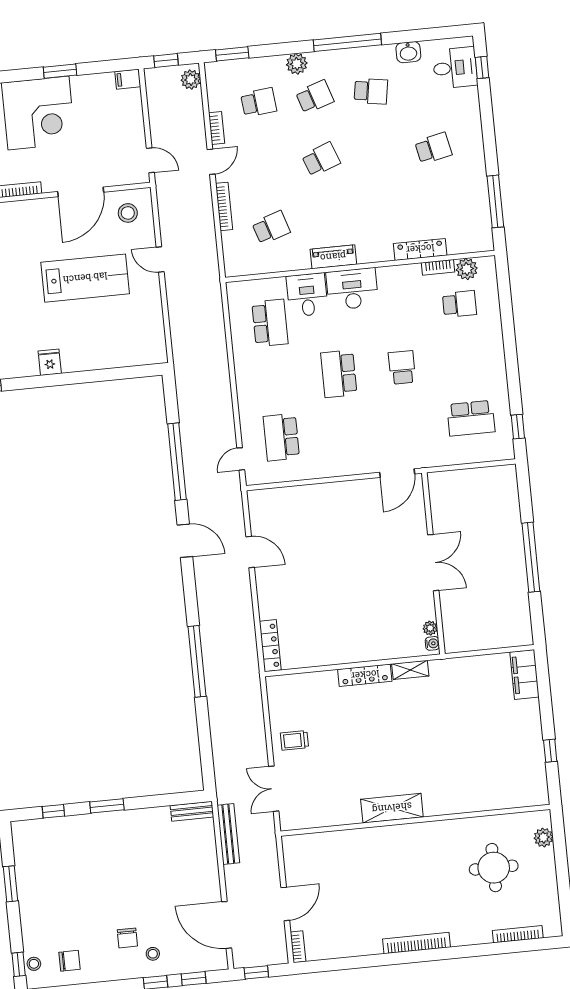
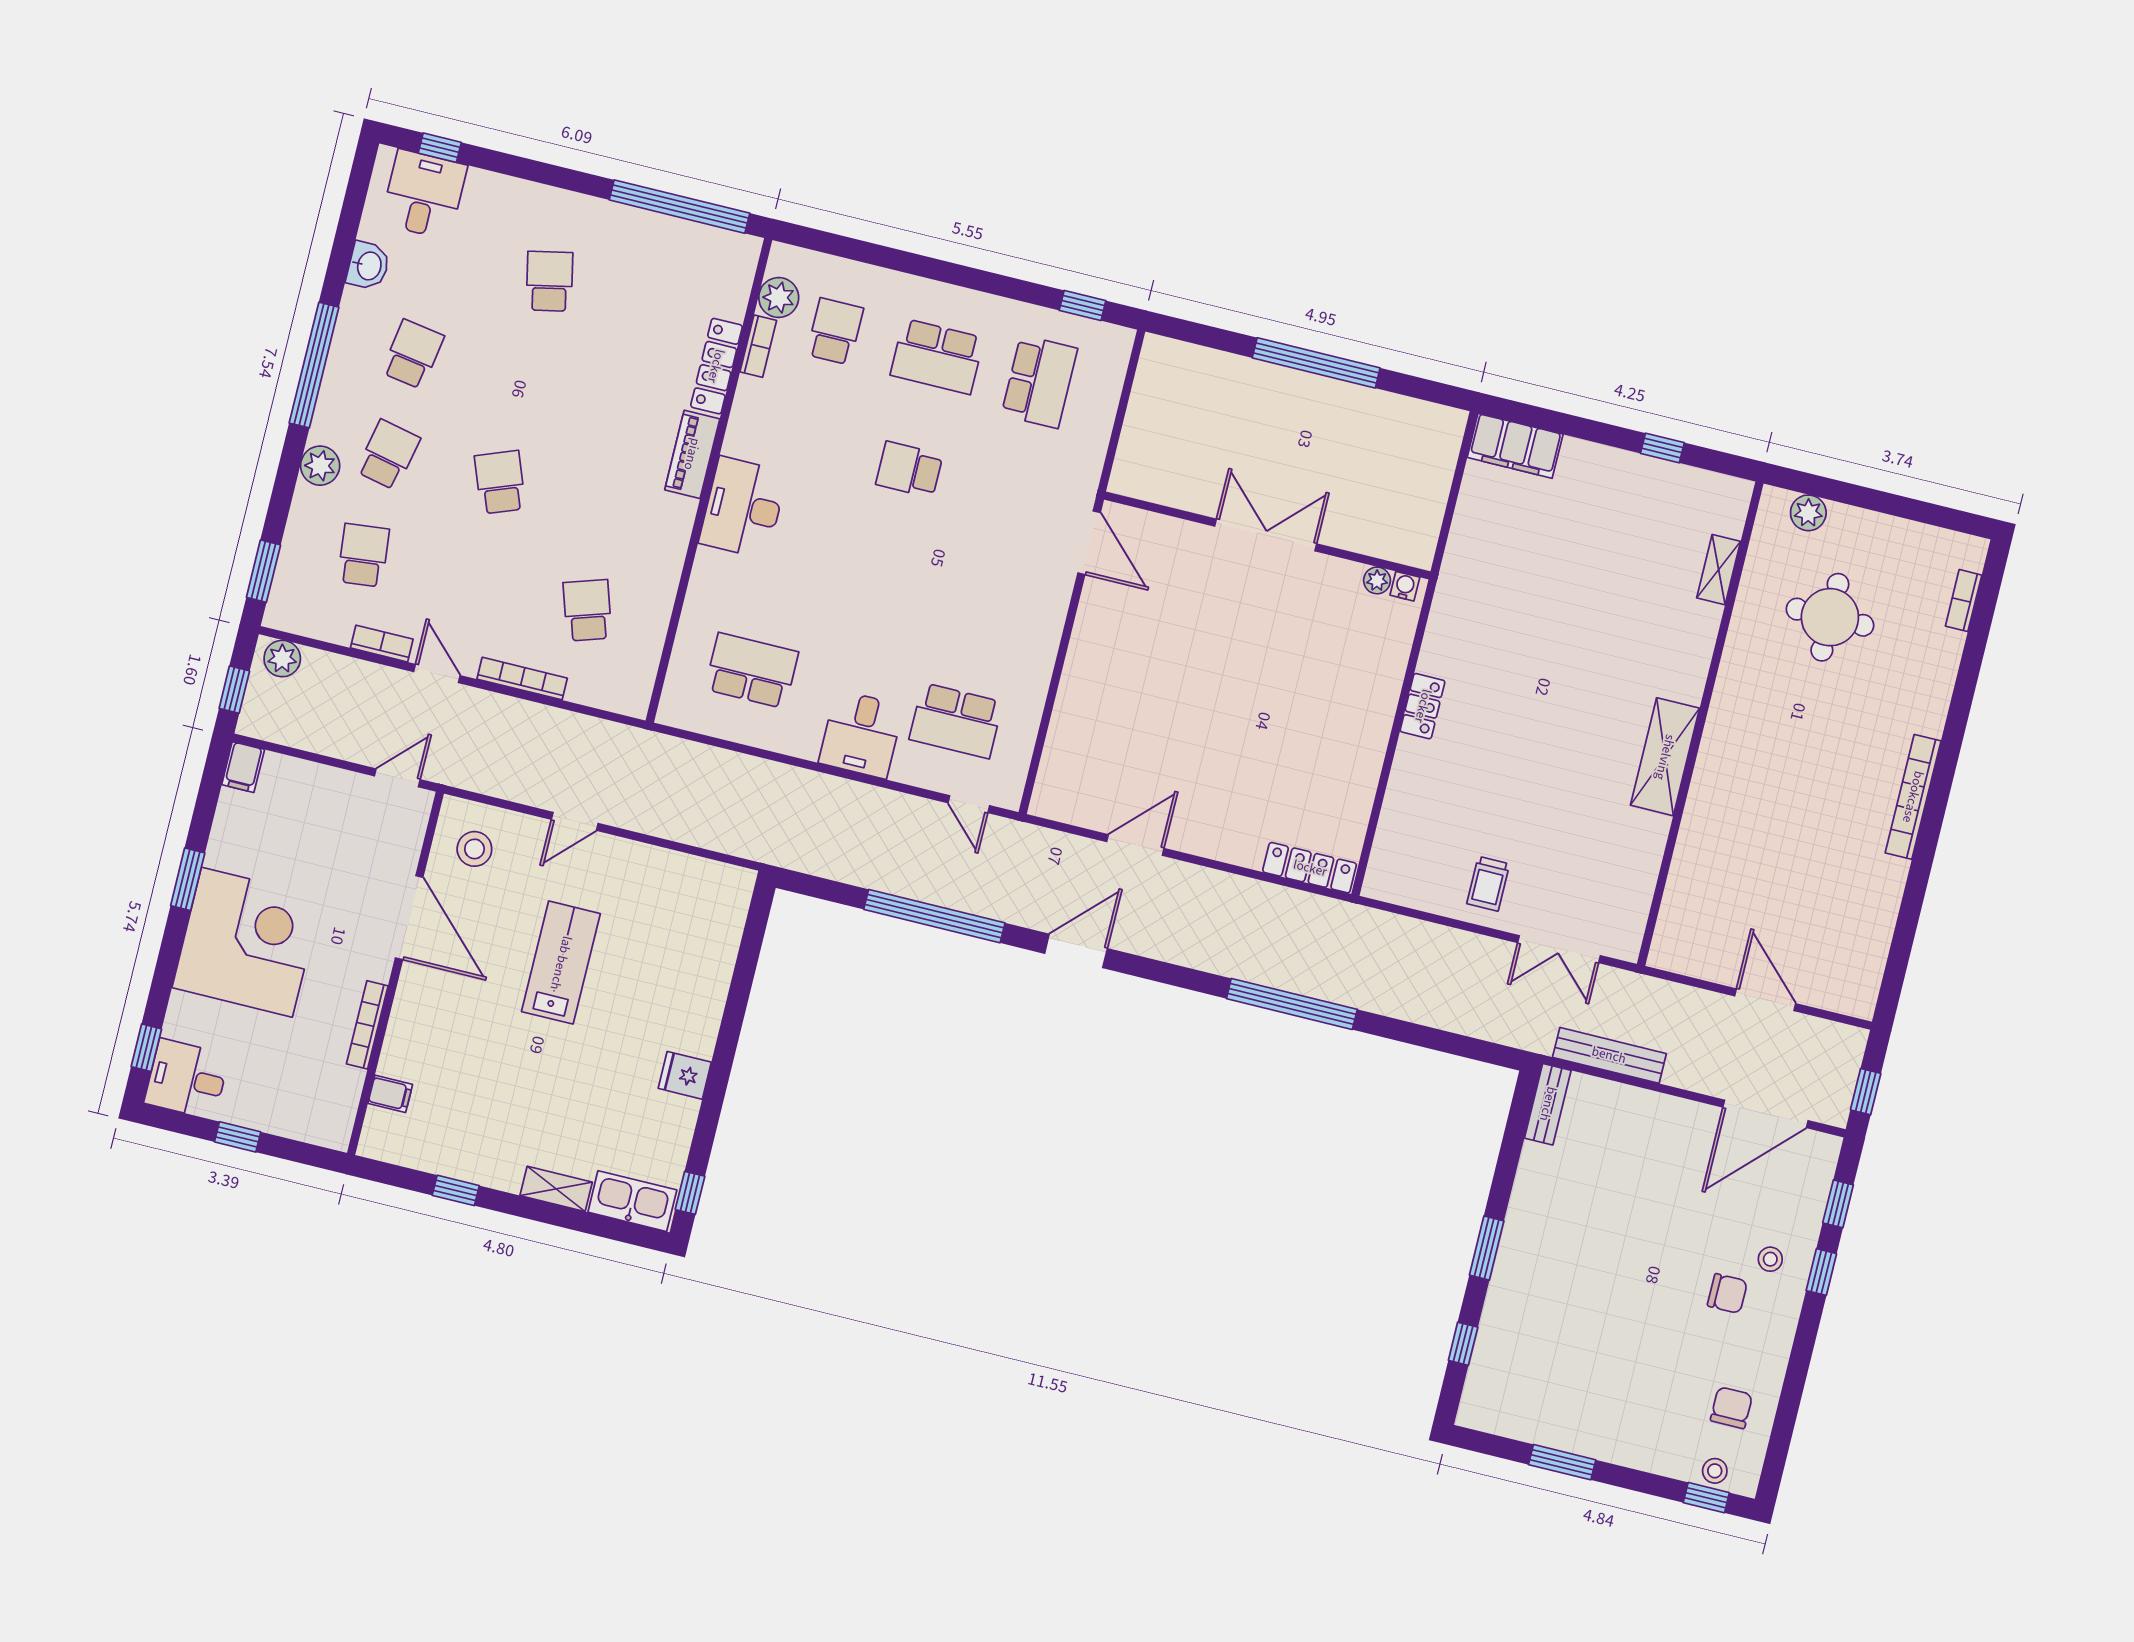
school desk: (315, 97) -> (388, 455), turned 30
window: (495, 201) -> (680, 207), width x1.46
piano: (333, 257) -> (692, 454), moved
lab bench: (85, 278) -> (561, 963), width x0.73, depth x0.72
desk: (307, 295) -> (861, 734), moved, turned -90
school desk: (339, 374) -> (937, 356), moved
shelving: (410, 670) -> (1719, 570), moved
locker: (365, 675) -> (1423, 706), width x0.66
bookcase: (518, 934) -> (1964, 601), width x0.64
bookcase: (298, 947) -> (1847, 1004), removed

